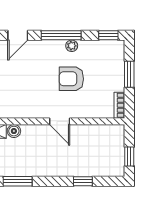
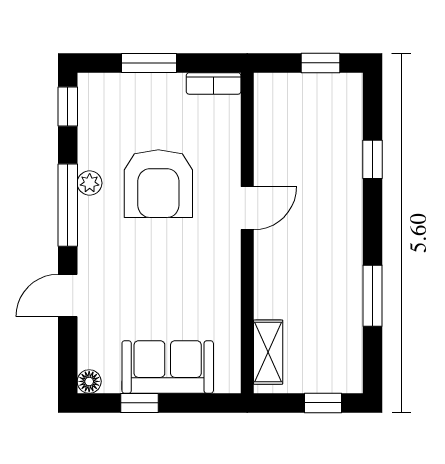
door: (18, 35) -> (68, 296), swing flipped
armchair: (71, 79) -> (158, 184), width x1.36, depth x1.36
boiler: (14, 131) -> (267, 303), removed

